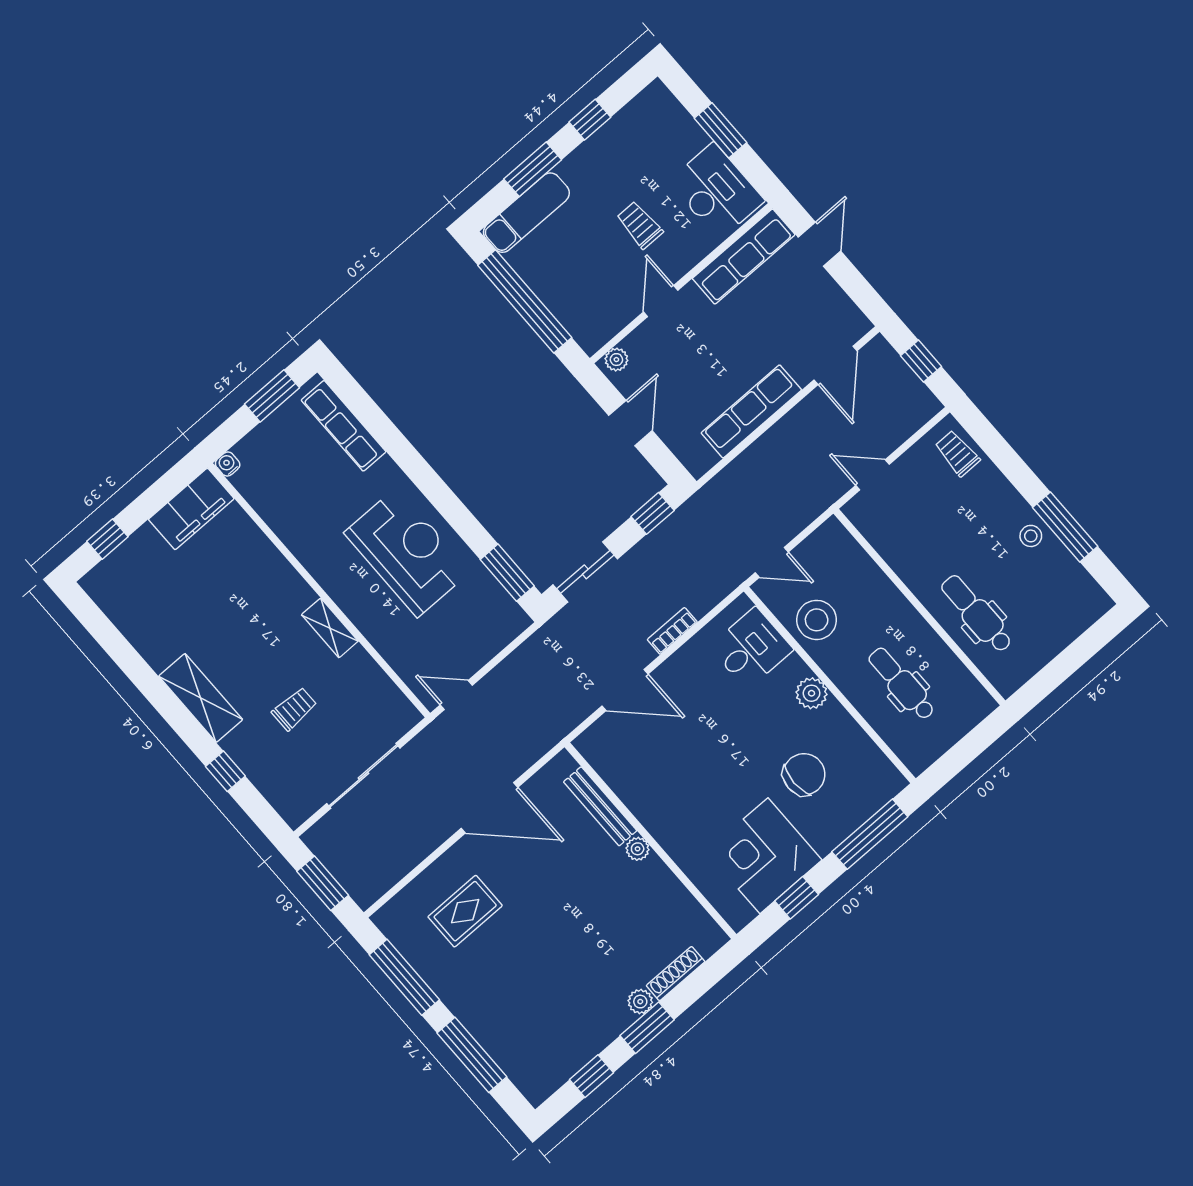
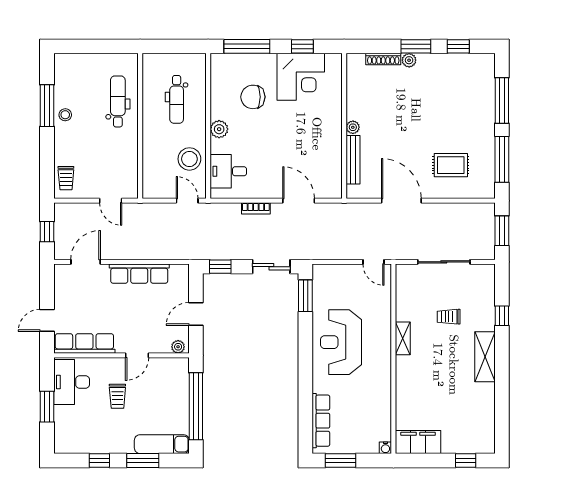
dental chair: (977, 614) -> (118, 101), turned 180

